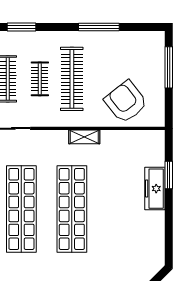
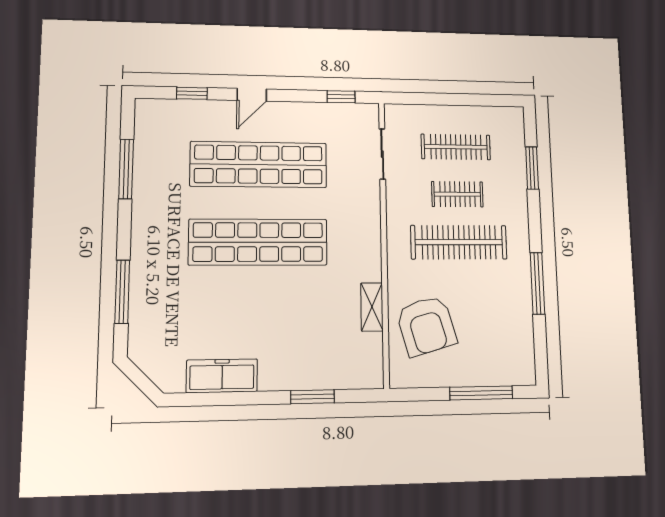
armchair: (126, 102) -> (426, 326), turned 112
shelving: (84, 137) -> (372, 307), moved
freezer: (155, 189) -> (222, 376), moved

